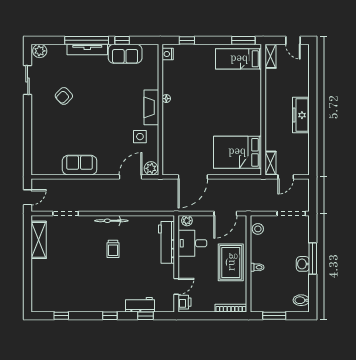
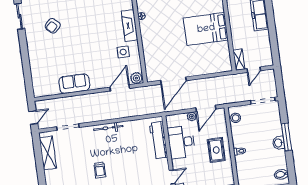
bed: (237, 152) -> (206, 29), moved
plant: (187, 221) -> (192, 117), moved
desk: (192, 243) -> (181, 142), width x1.37
trolley: (113, 249) -> (100, 170), moved
rug: (231, 262) -> (216, 150), width x0.73, depth x0.70

